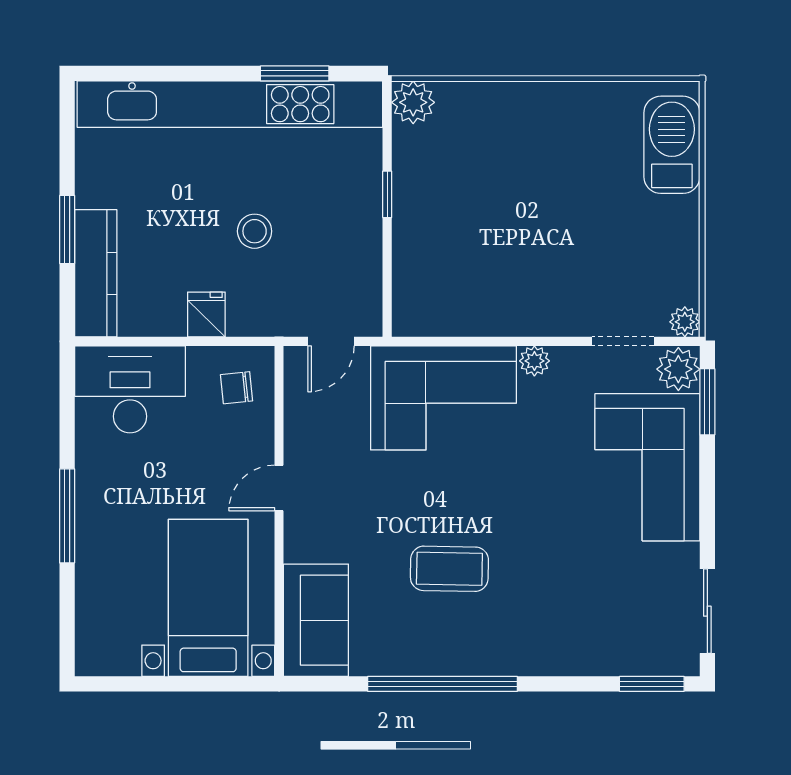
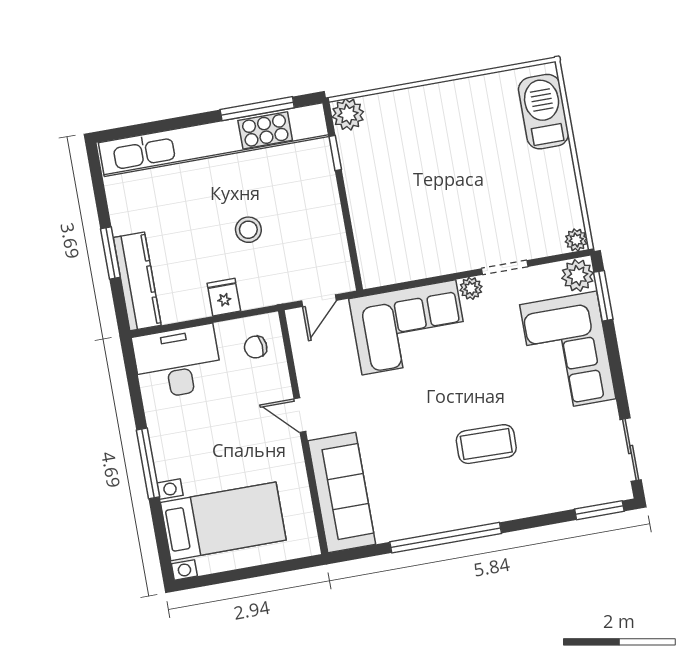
window: (295, 73) -> (257, 109), width x1.44
window: (387, 194) -> (335, 153), moved
doorway: (623, 341) -> (505, 268), moved
door: (279, 488) -> (300, 415), hinge flipped
coffee table: (449, 569) -> (486, 444), moved
bed with nightstands: (208, 598) -> (223, 521), moved, turned 90
sofa: (316, 620) -> (342, 493), width x1.36

